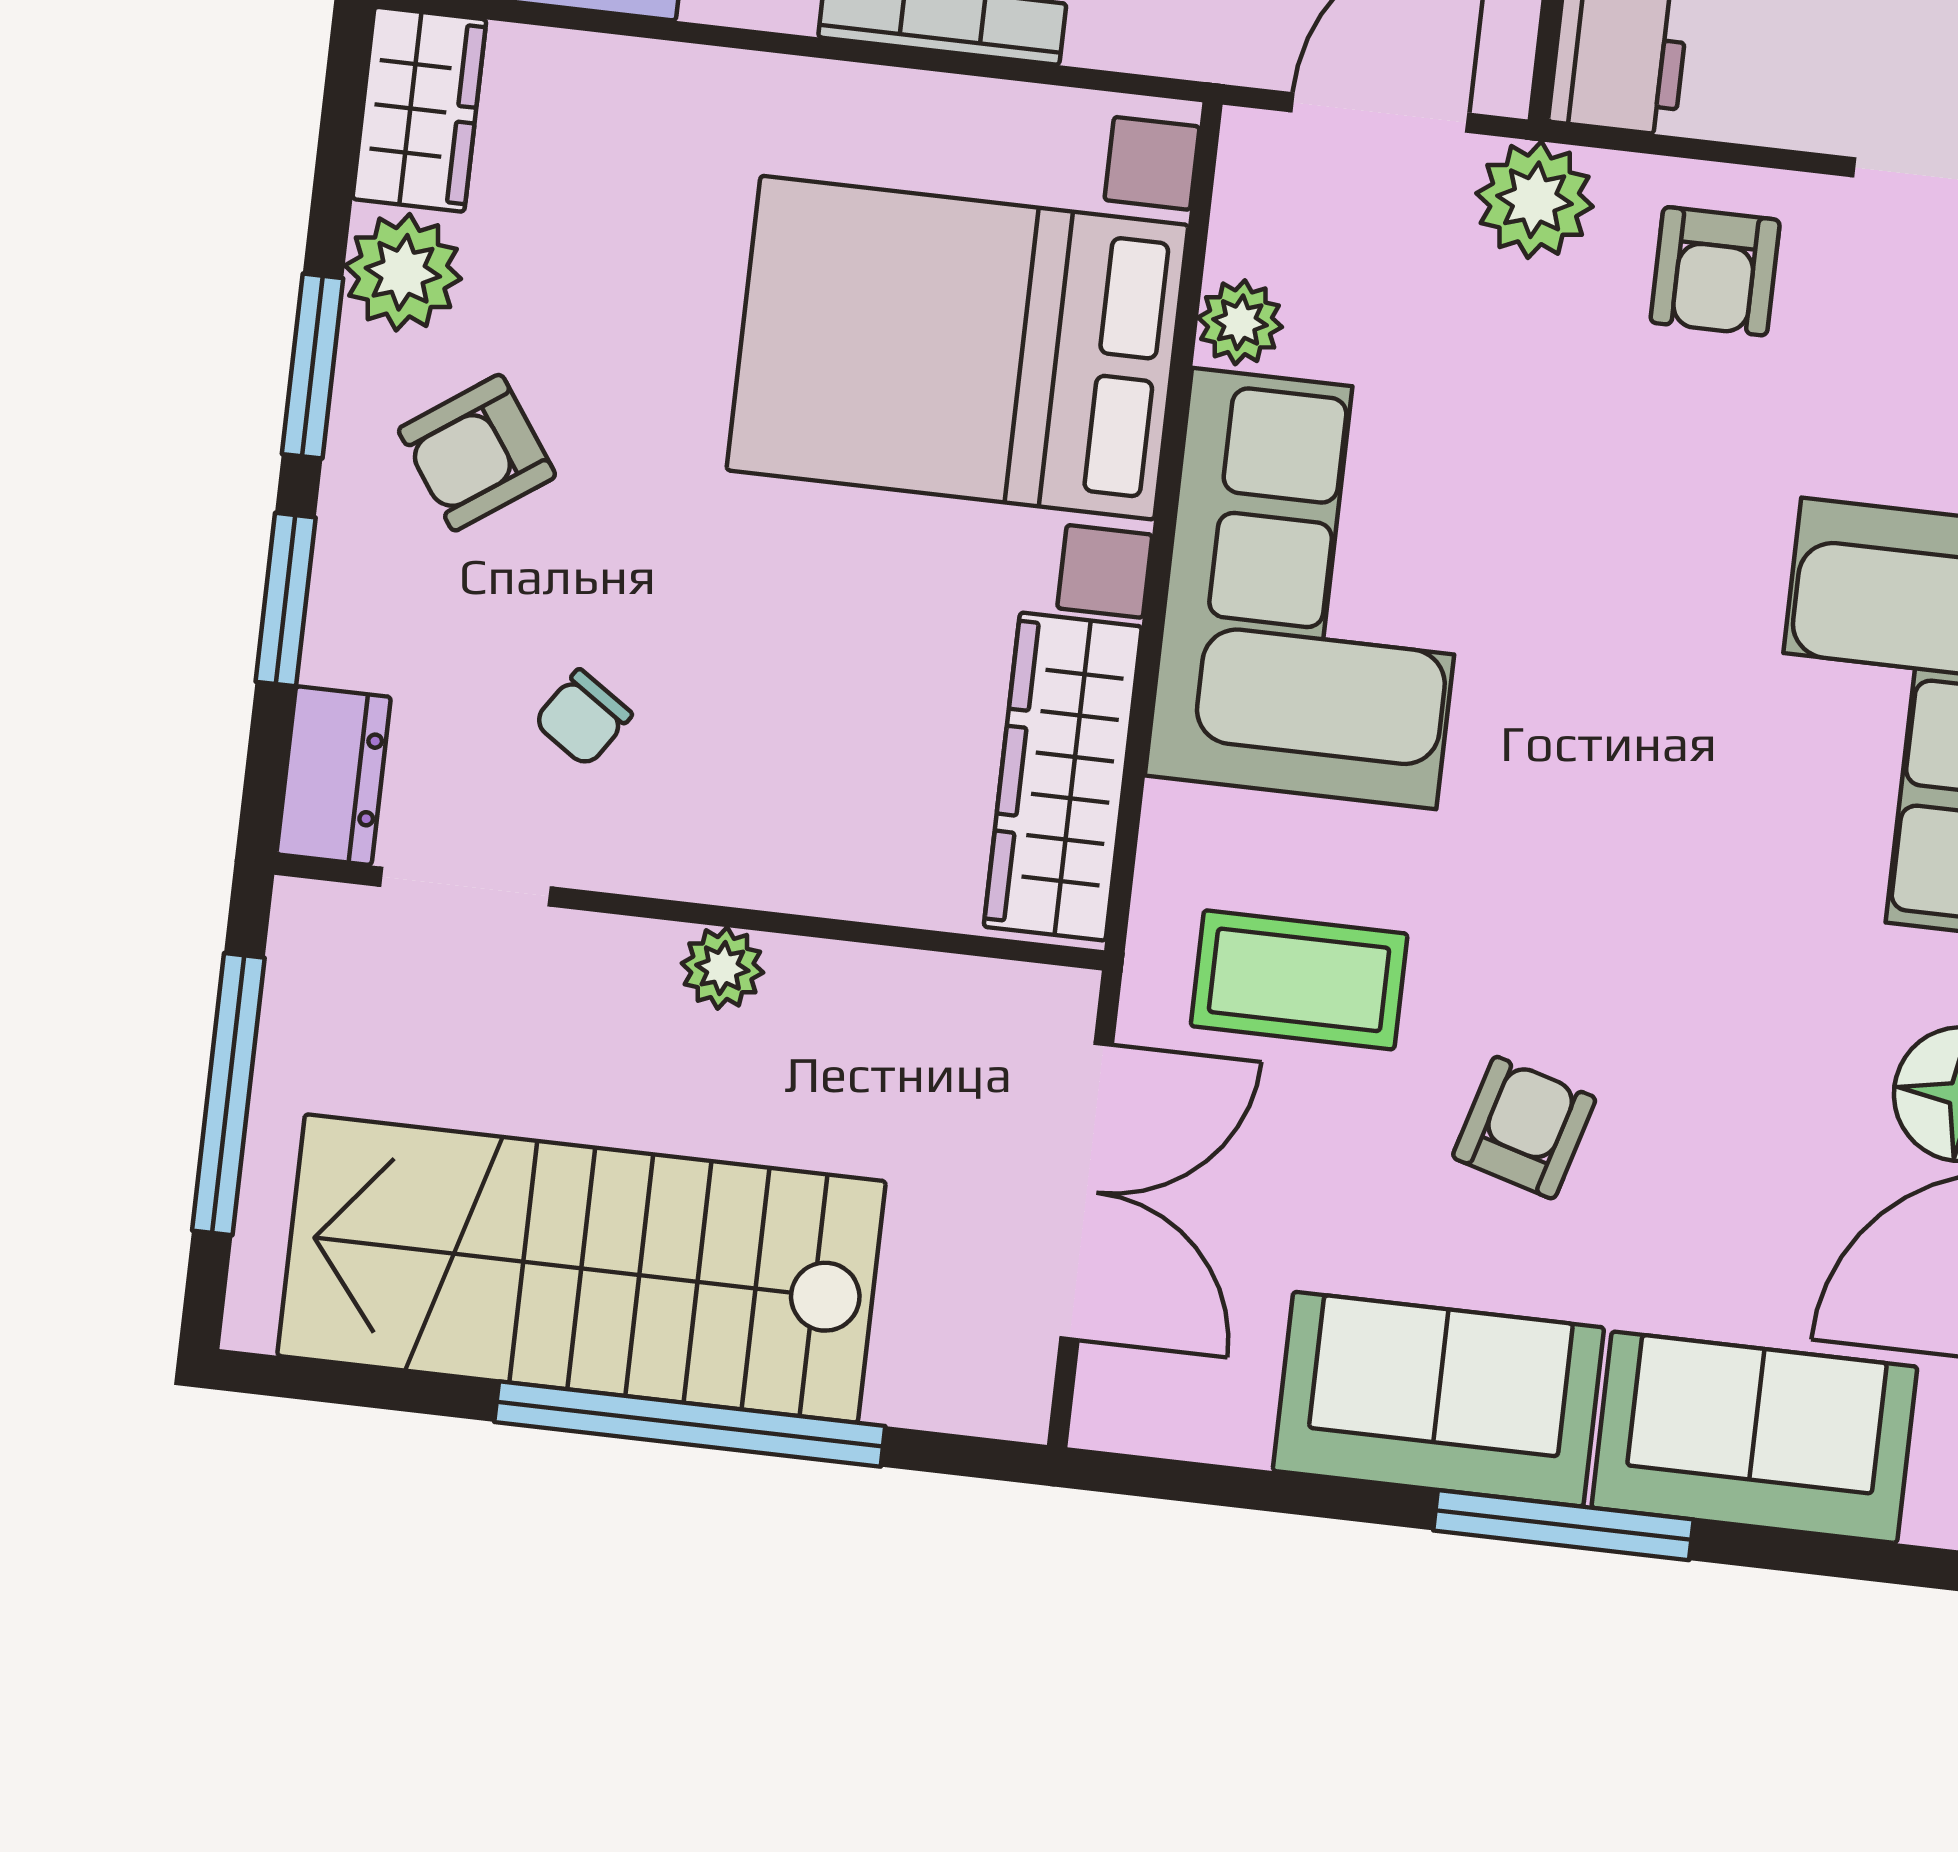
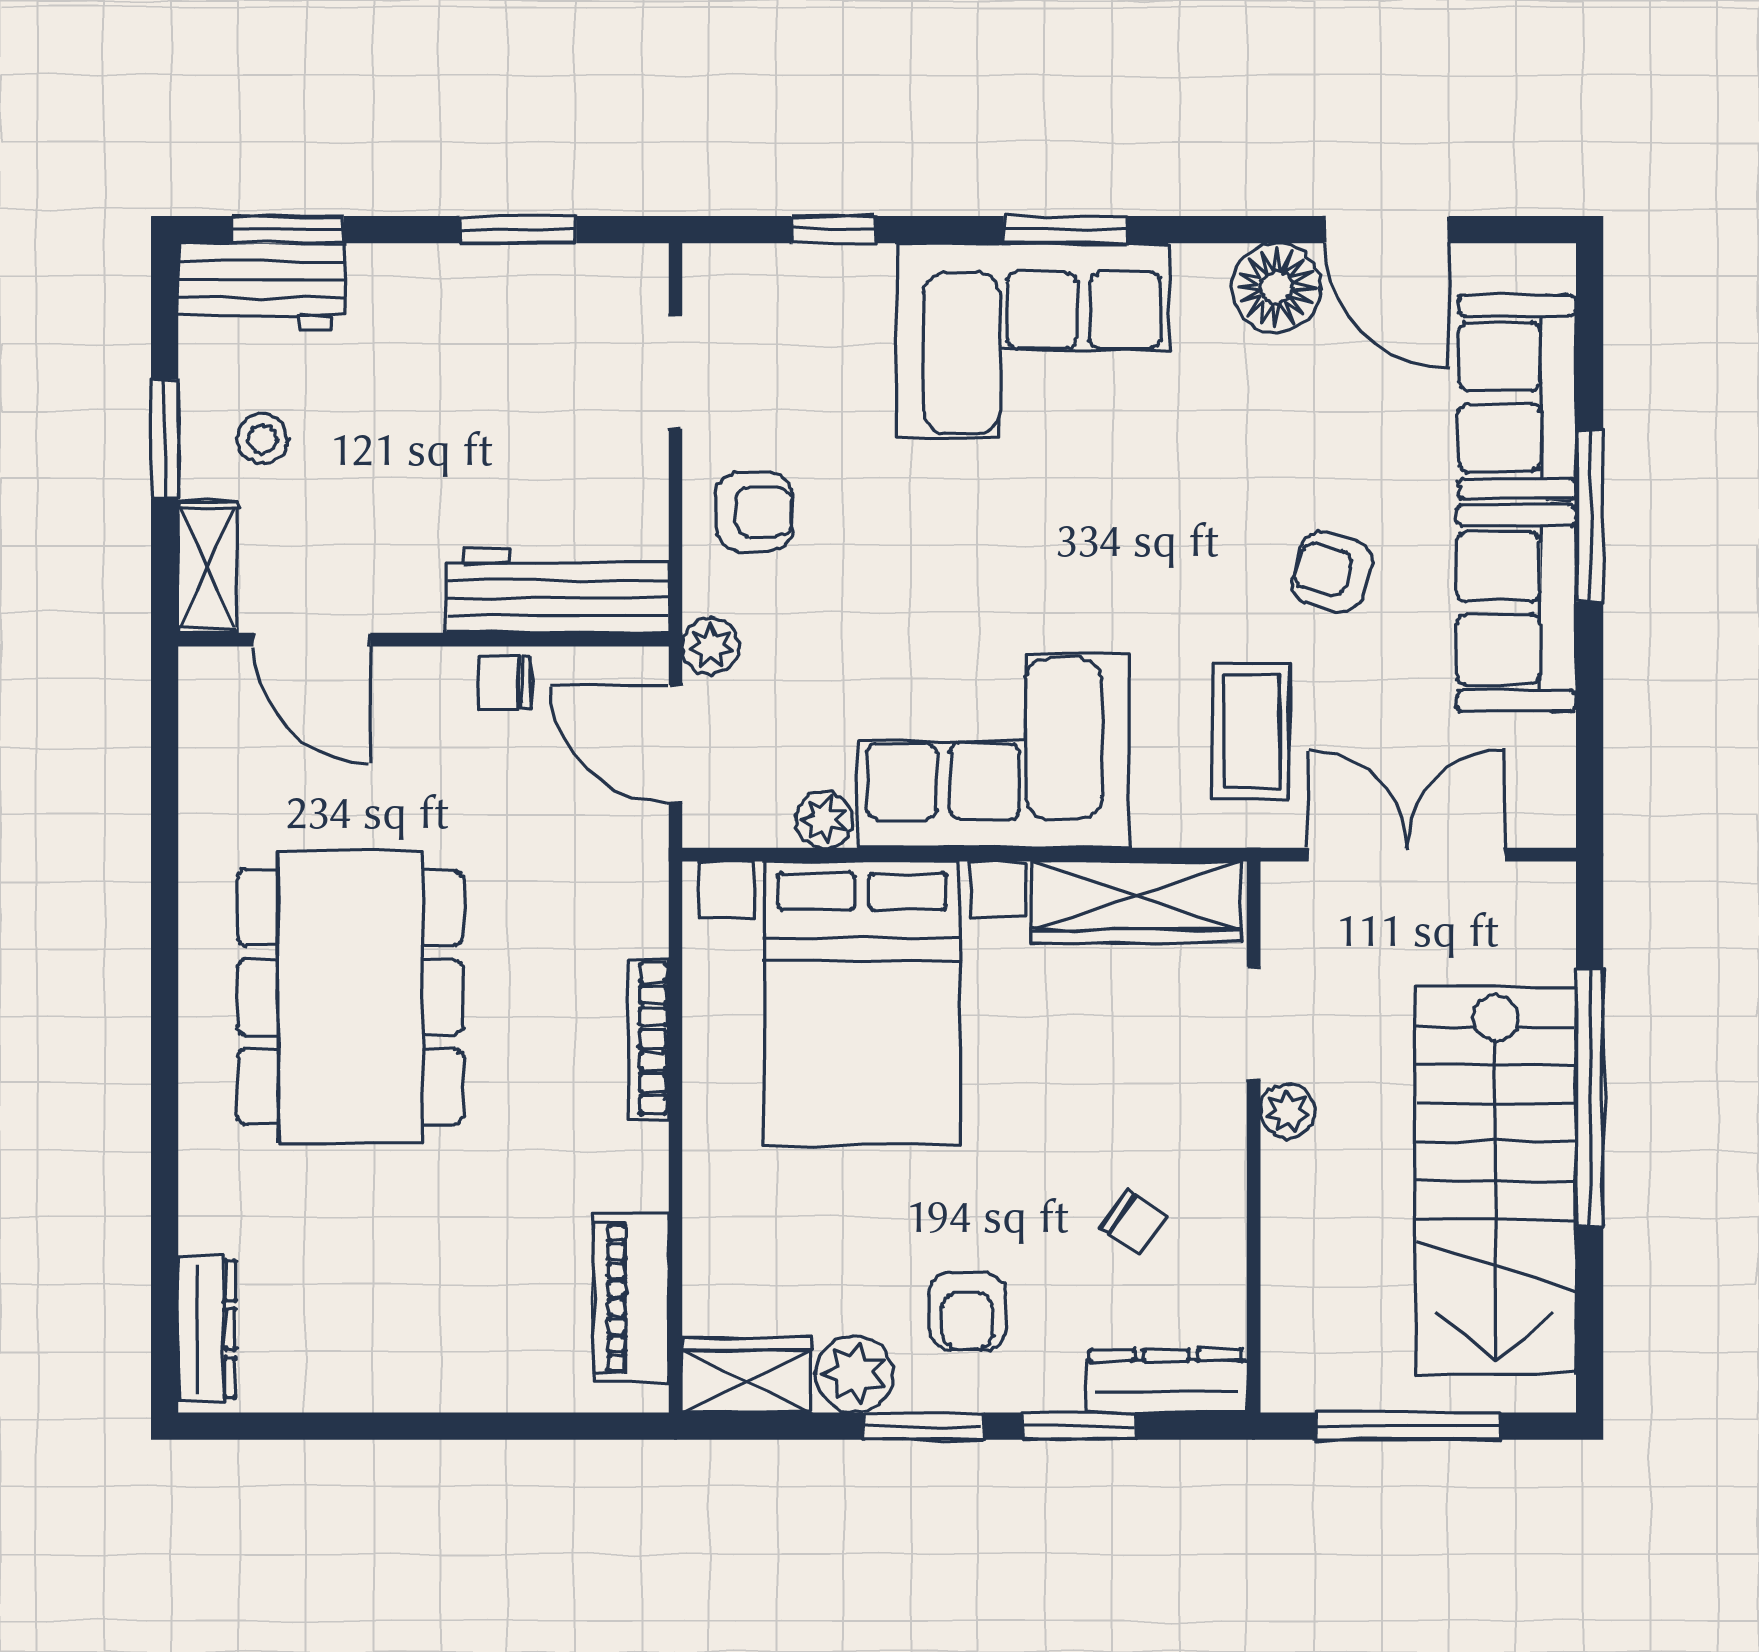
plant: (1535, 200) -> (710, 646), width x0.73, depth x0.73
armchair: (477, 453) -> (968, 1311), turned 35
dresser: (334, 776) -> (1166, 1381), width x1.44
doorway: (466, 887) -> (1254, 1023), moved

